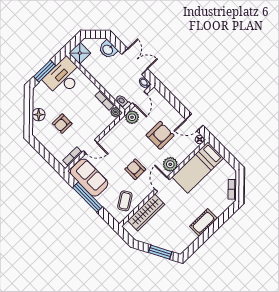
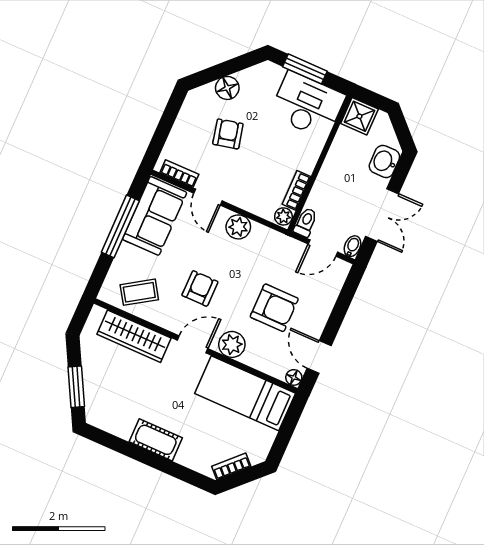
plant: (132, 117) -> (238, 227), moved
armchair: (62, 124) -> (228, 134), turned 77

